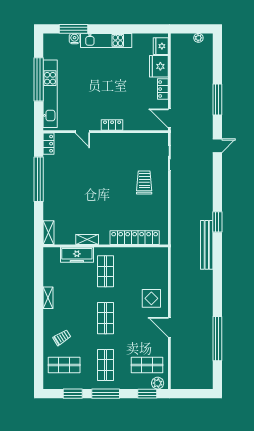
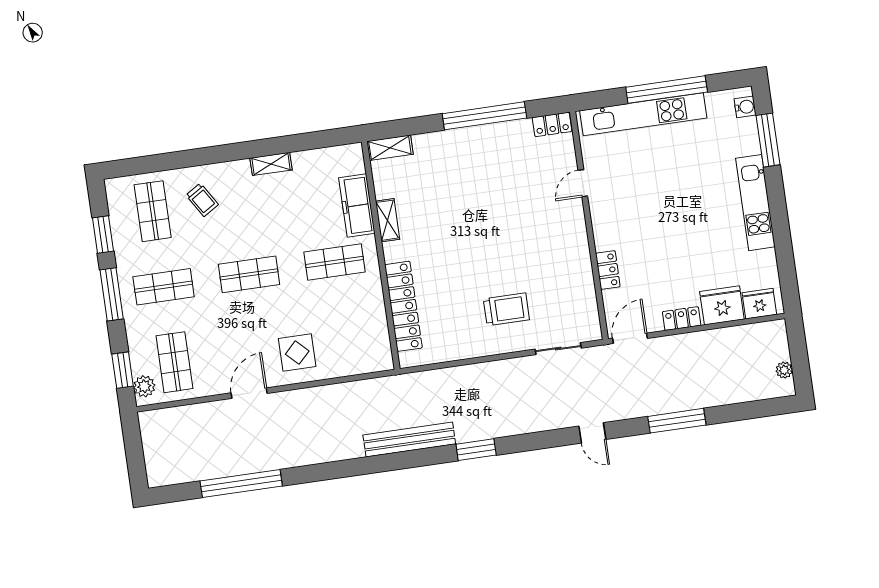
water cooler: (75, 39) -> (745, 107), moved
locker: (112, 125) -> (608, 270), moved
window: (217, 222) -> (476, 450), moved

